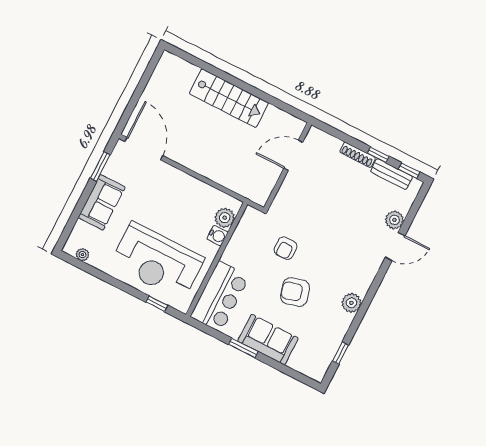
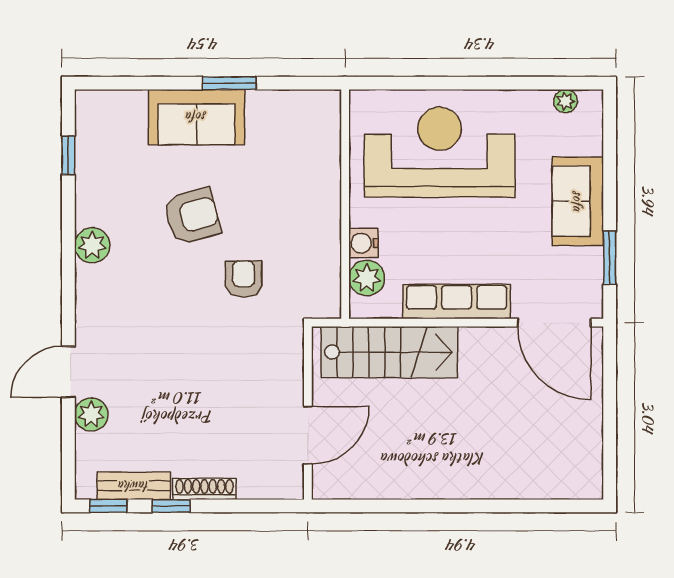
stairs: (229, 98) -> (389, 352), moved, turned 180
row of seats: (186, 183) -> (457, 302), added
bar counter: (220, 296) -> (310, 147), removed
window: (157, 304) -> (405, 83), removed

